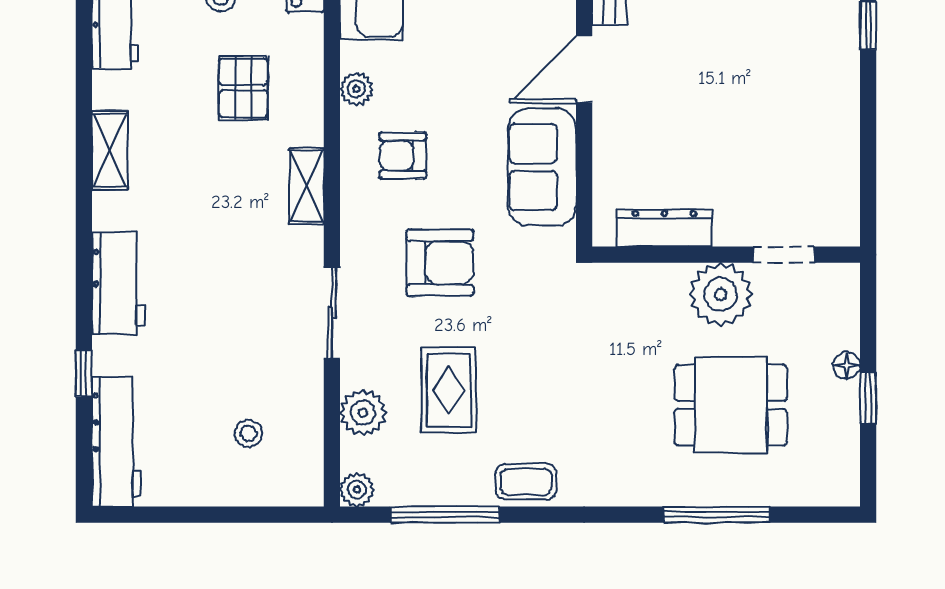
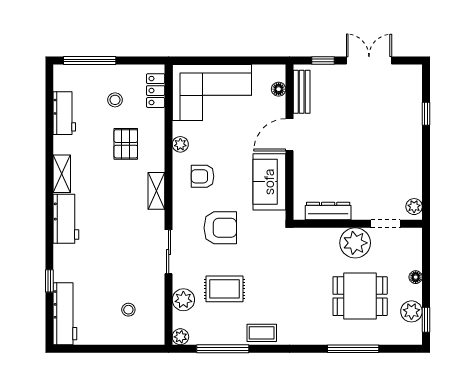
plant: (843, 219) -> (414, 207), added
workbench: (118, 283) -> (66, 219), moved
rug: (449, 390) -> (225, 289), turned 90
window: (868, 398) -> (426, 320), moved
plant: (838, 437) -> (411, 311), added

